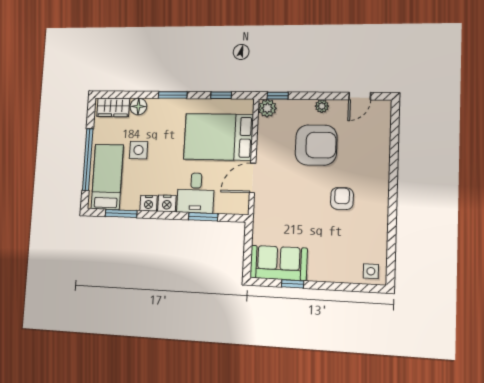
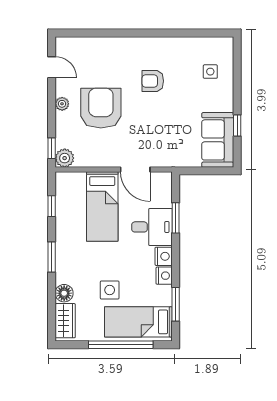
bed: (218, 137) -> (102, 207), width x0.67
side table: (371, 271) -> (210, 72), moved

